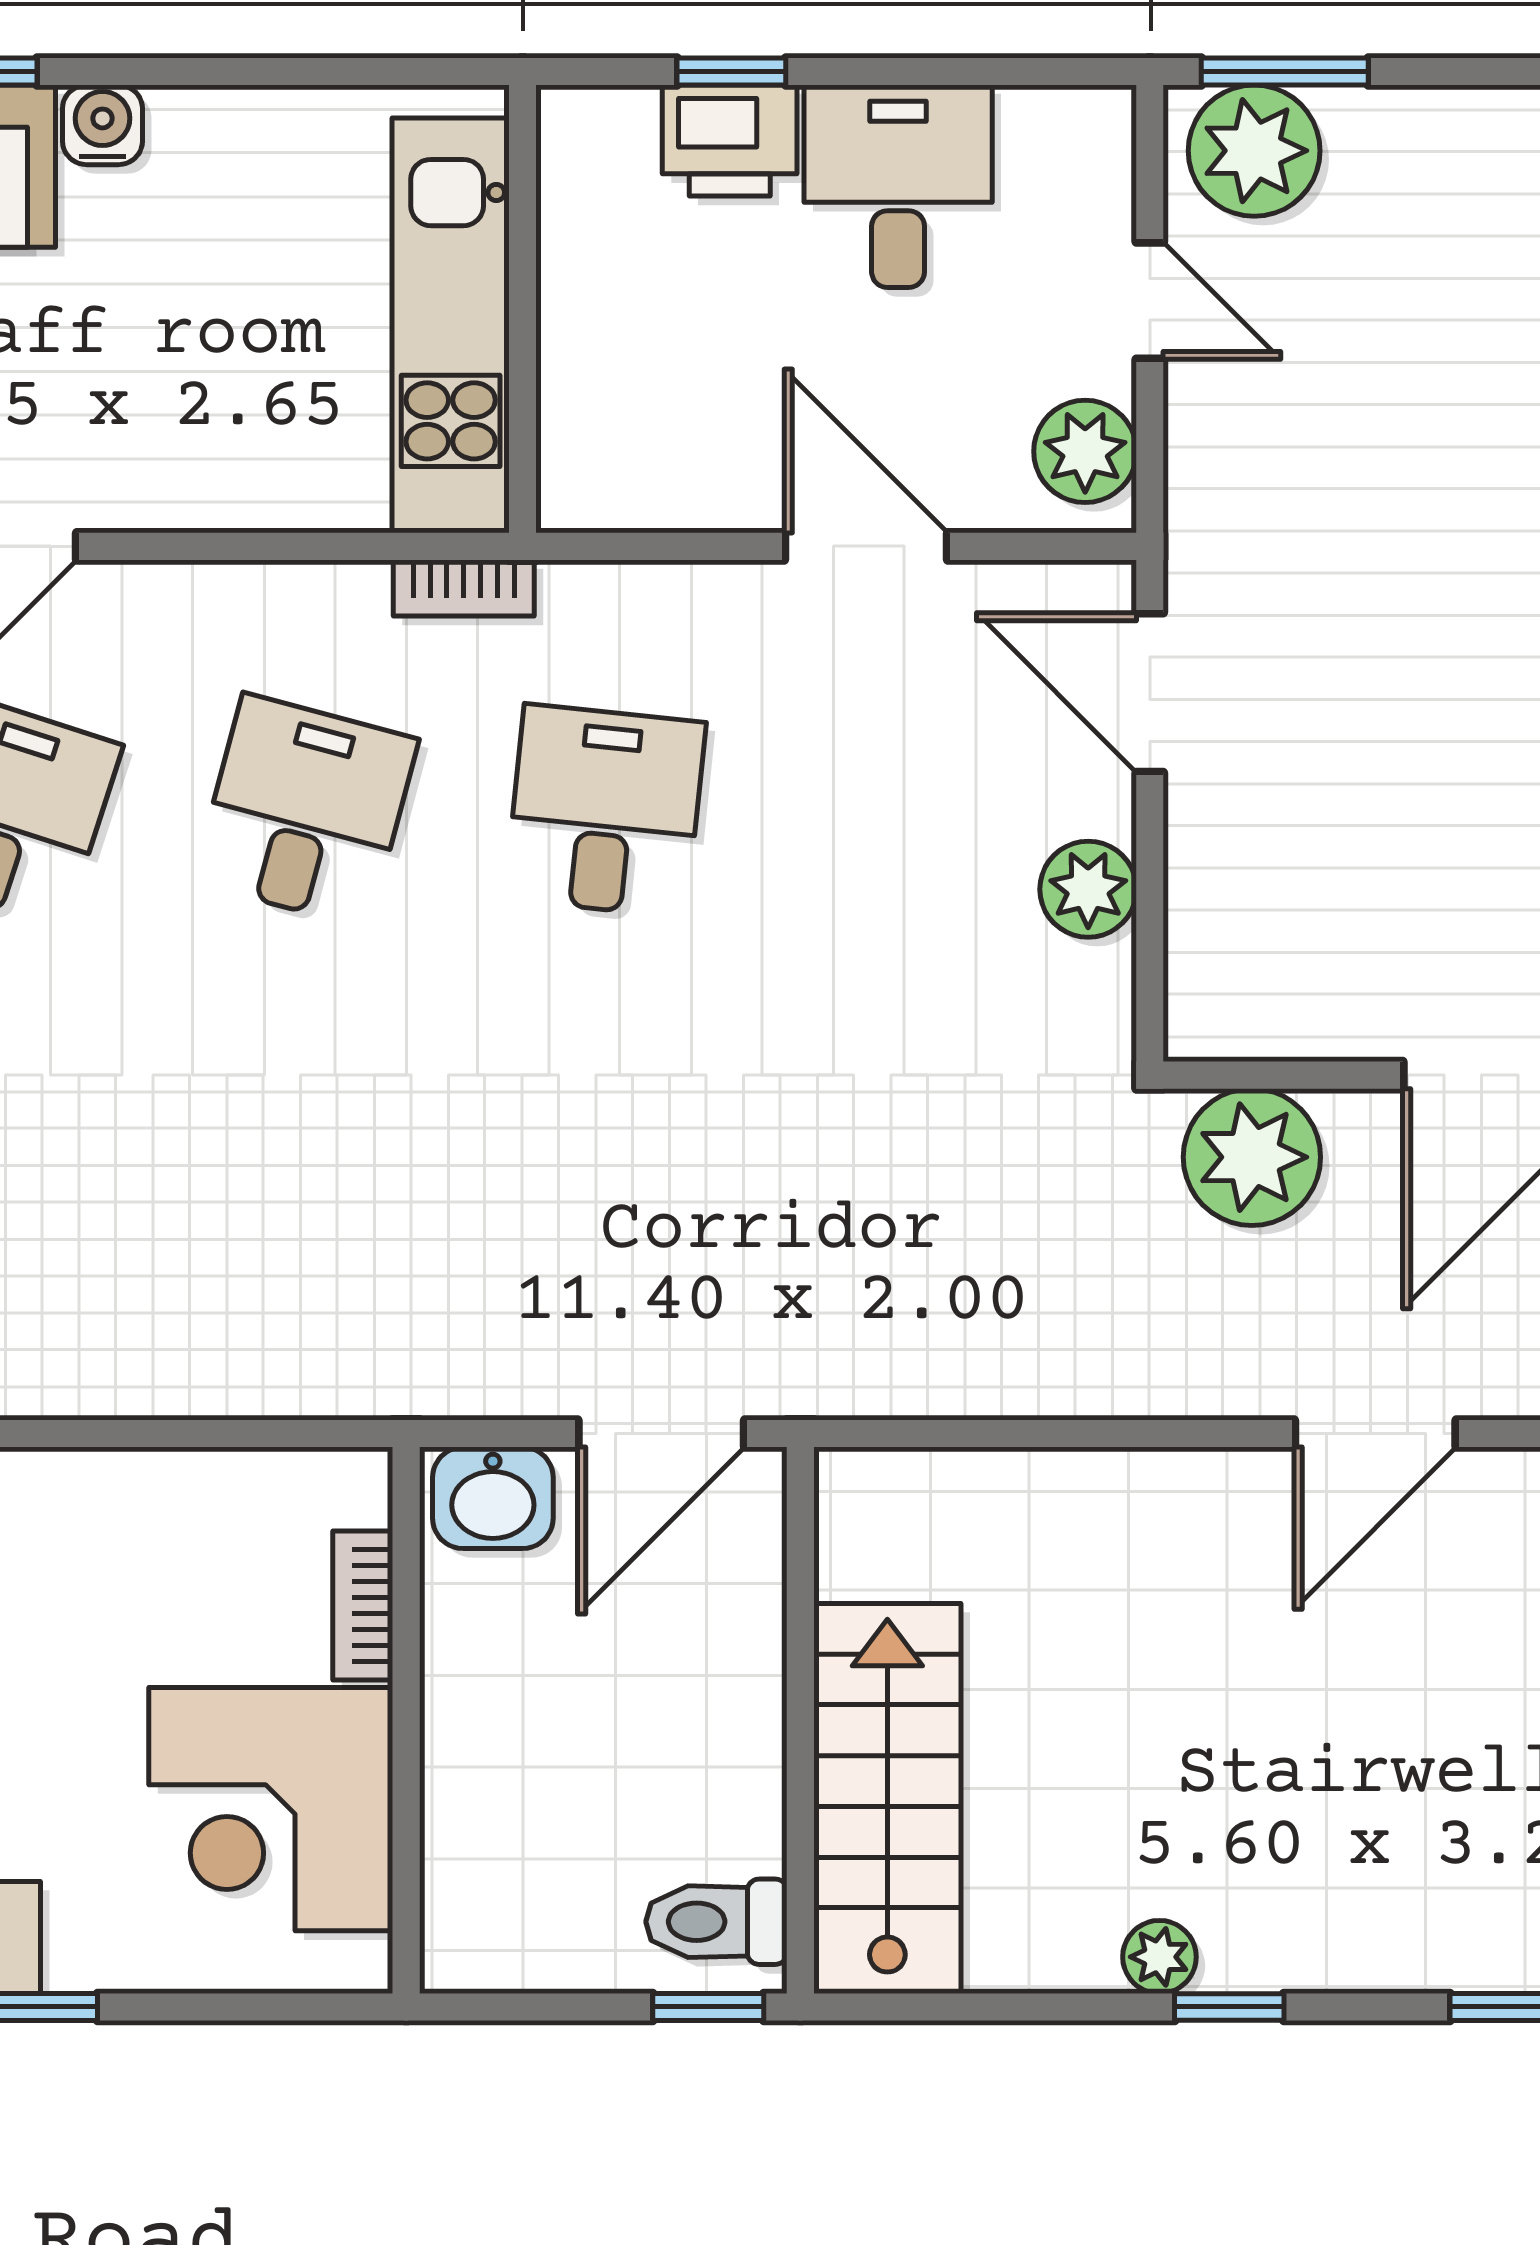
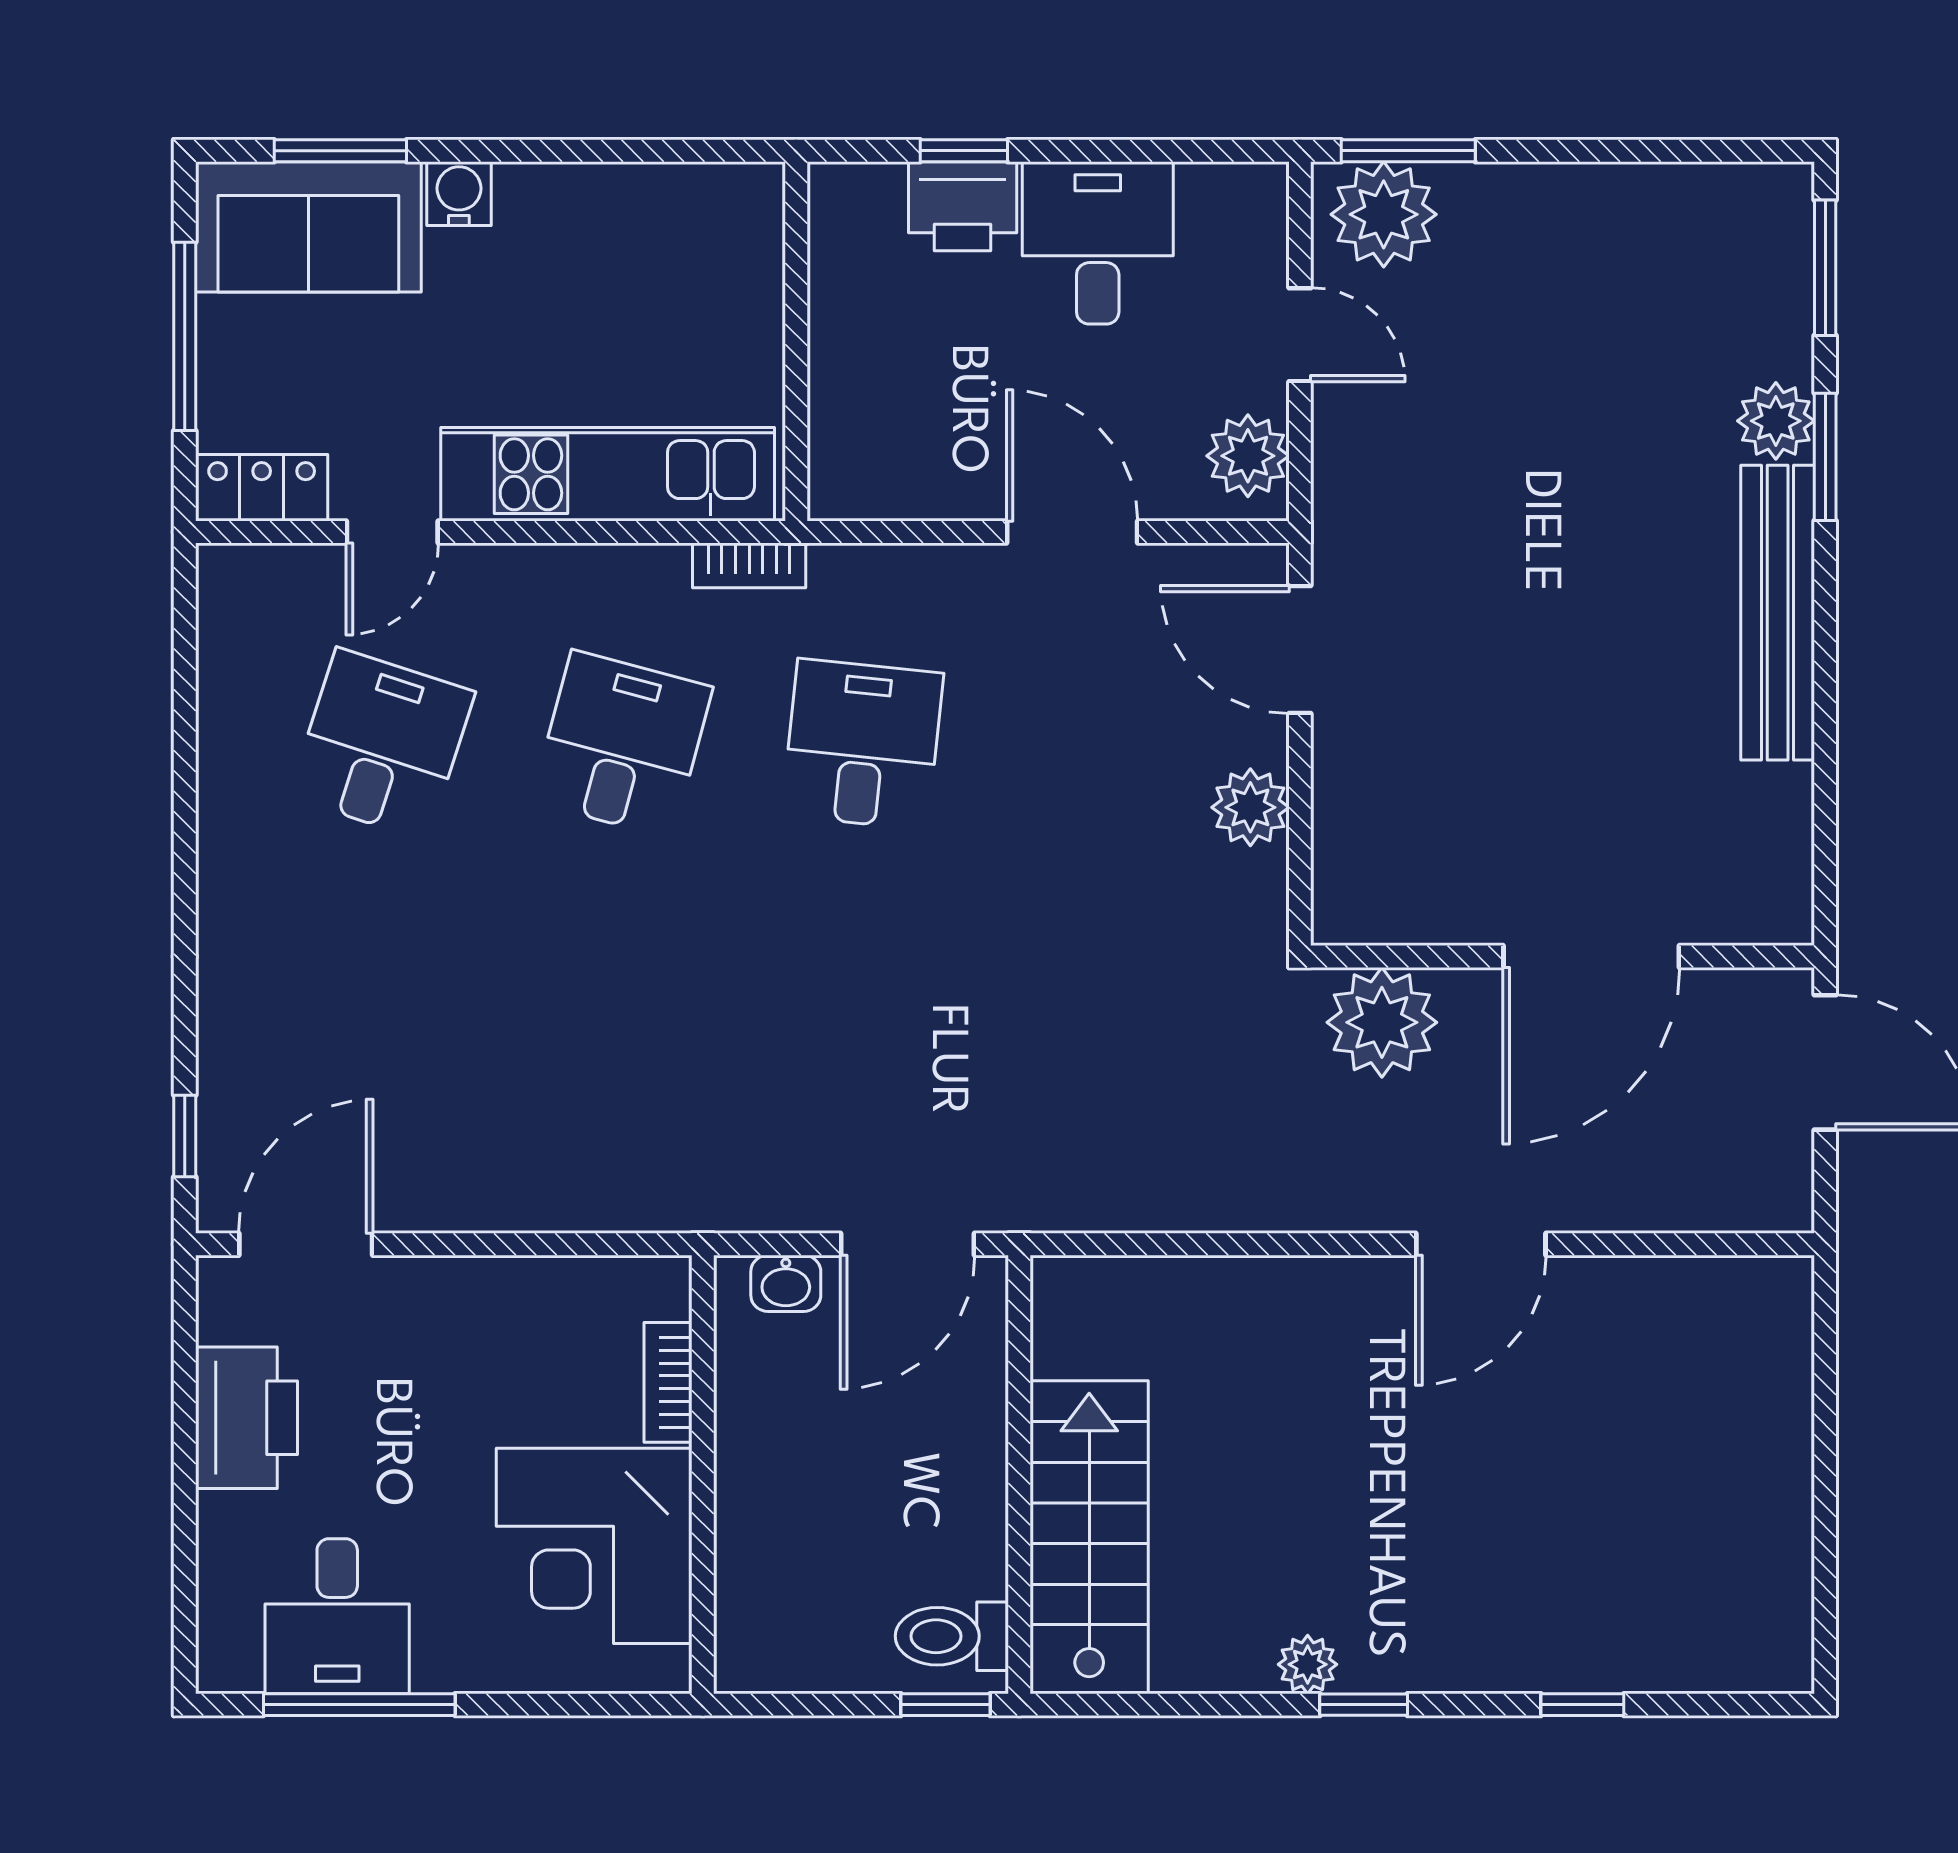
kitchen unit: (451, 325) -> (608, 474), moved, turned 90
washbasin: (493, 1498) -> (786, 1283), width x0.72, depth x0.69

